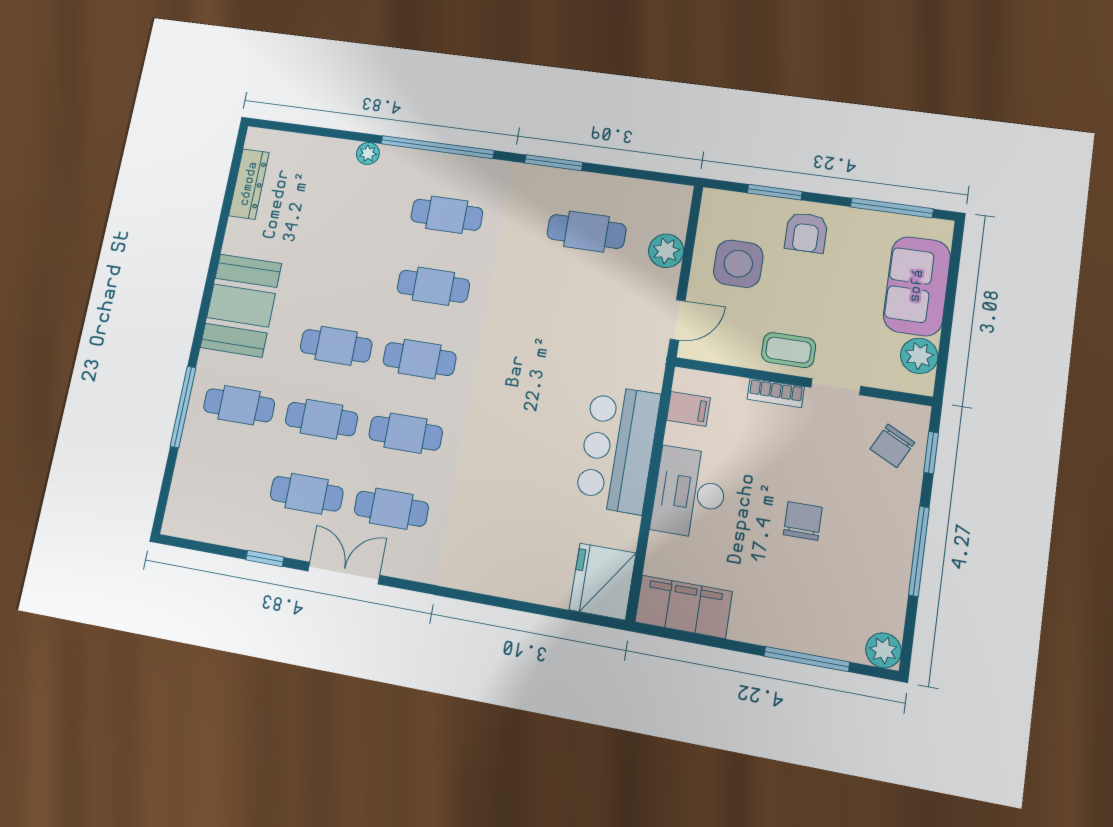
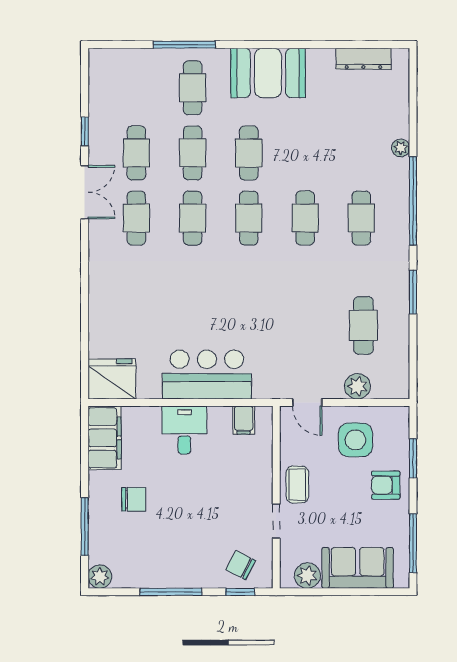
bookcase: (776, 393) -> (265, 480), removed
desk: (690, 493) -> (184, 430), width x0.73
chair: (803, 521) -> (134, 499), moved

